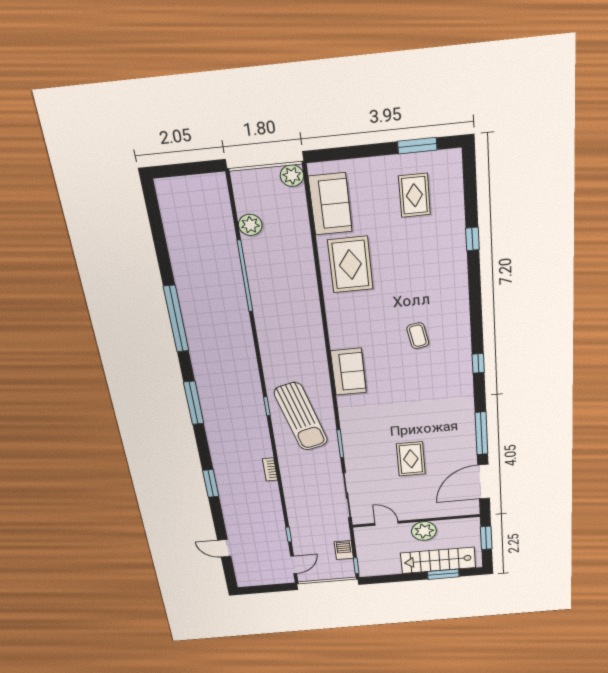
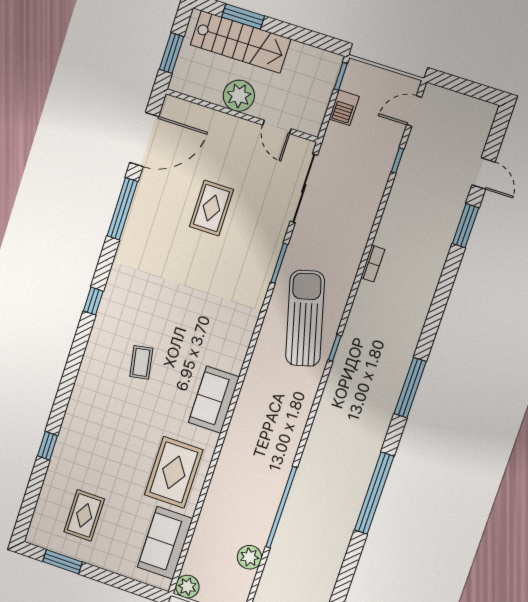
sofa: (348, 372) -> (214, 400), moved
window: (211, 483) -> (466, 226), moved

